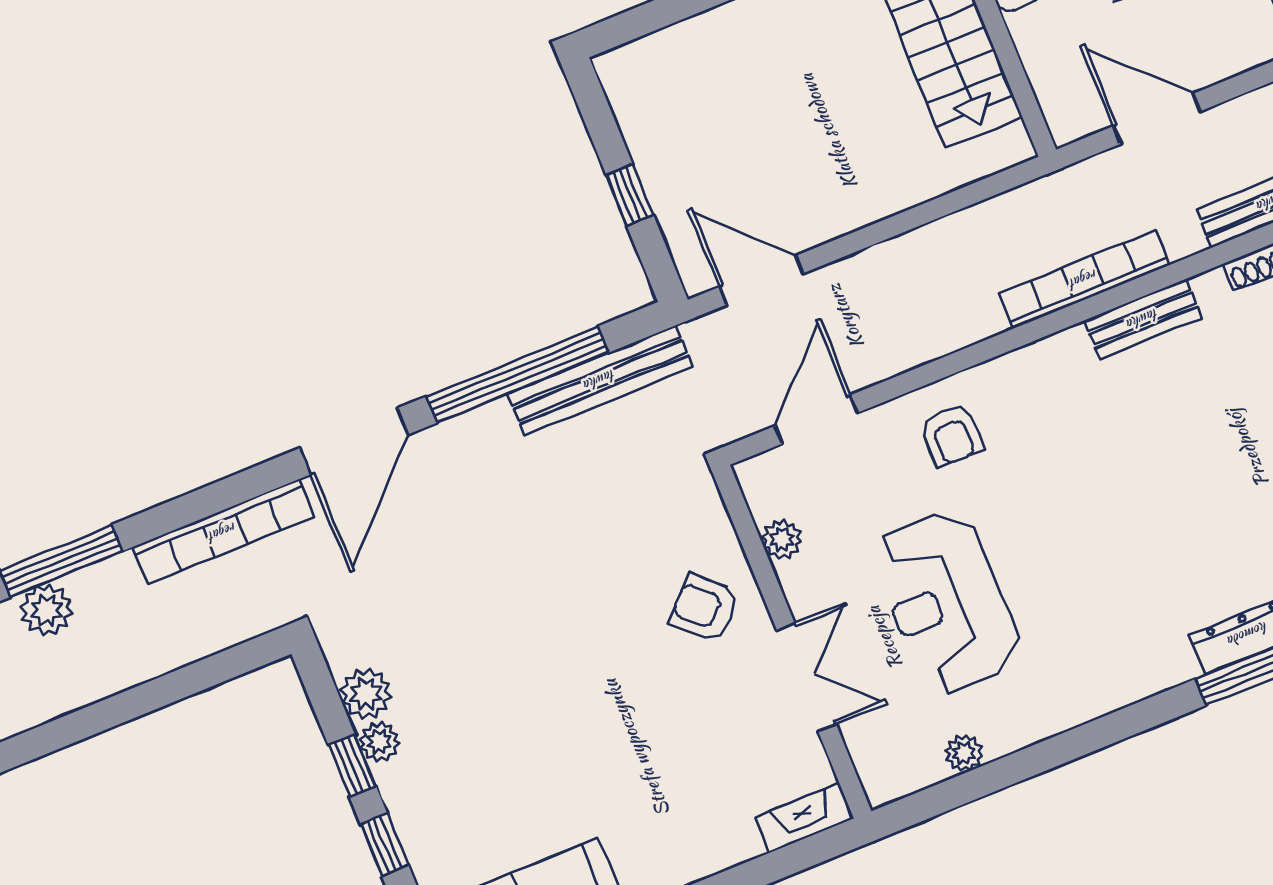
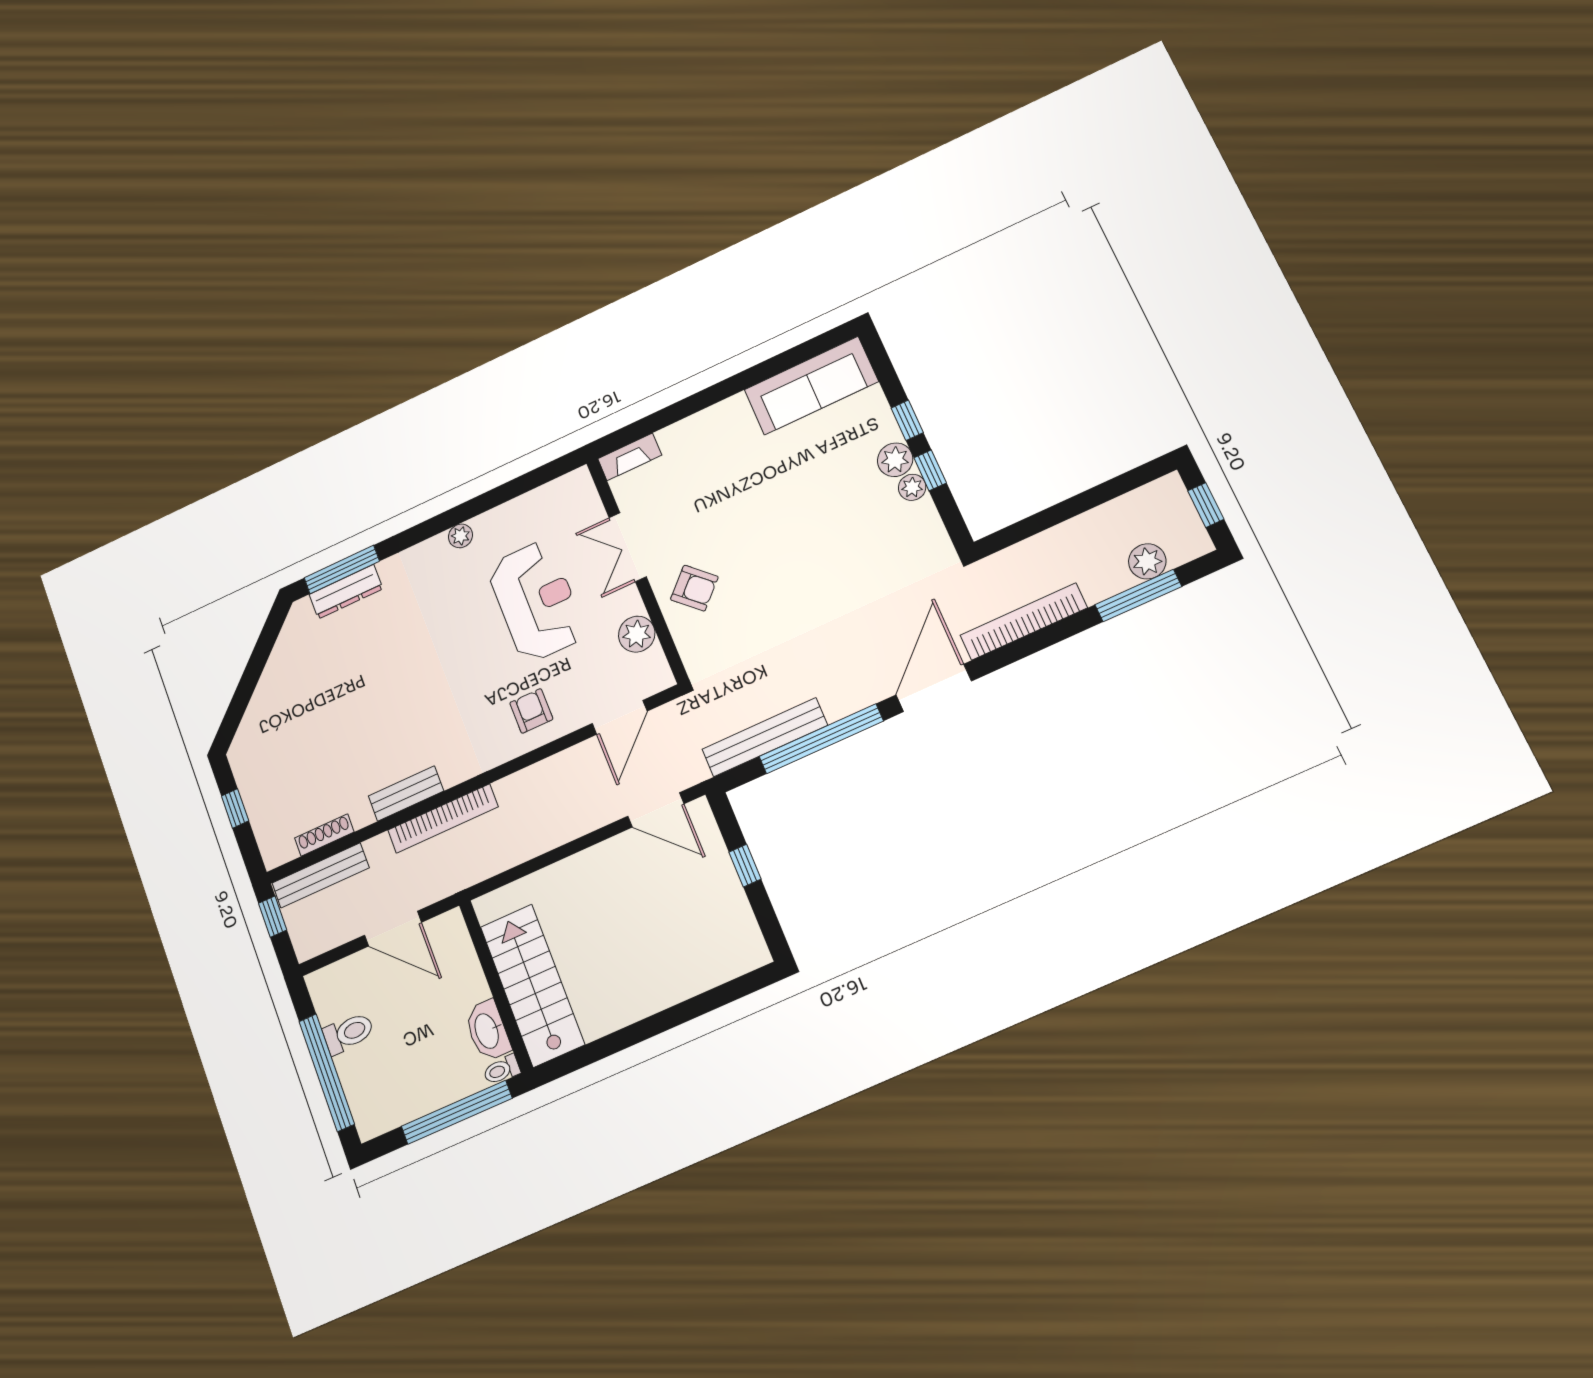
plant: (782, 539) -> (637, 634), width x1.38, depth x1.38
plant: (366, 693) -> (895, 460), moved
plant: (964, 753) -> (460, 536), moved

